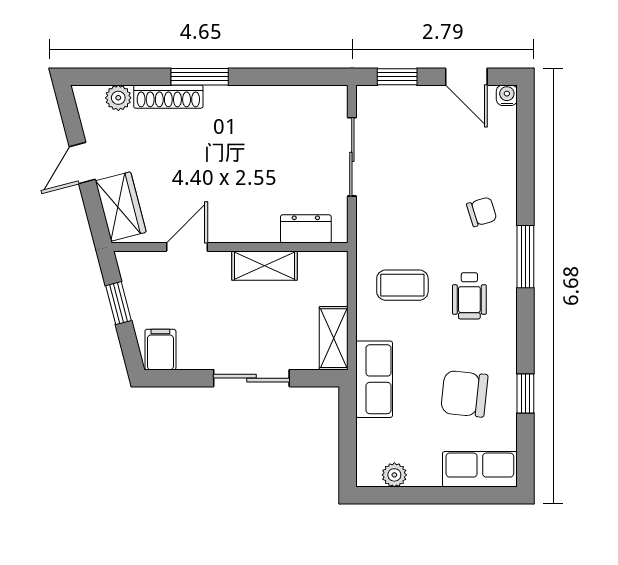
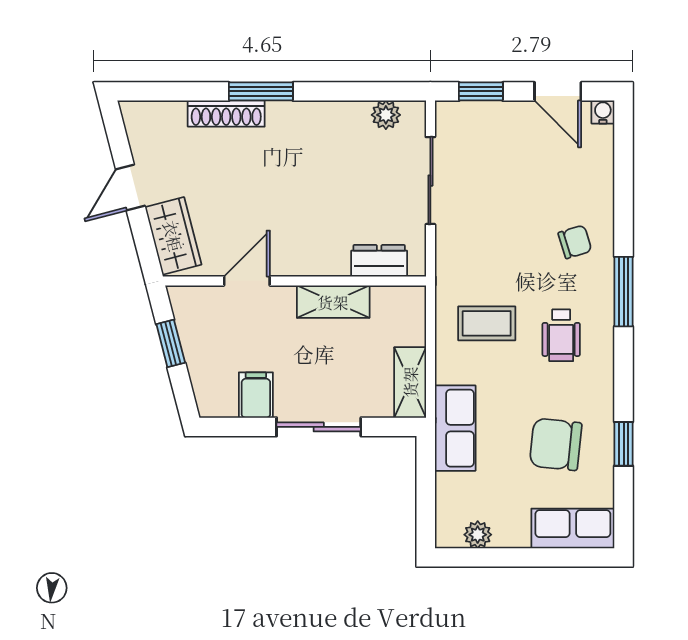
plant: (118, 98) -> (386, 115), moved
filing cabinet: (160, 350) -> (256, 395), moved

